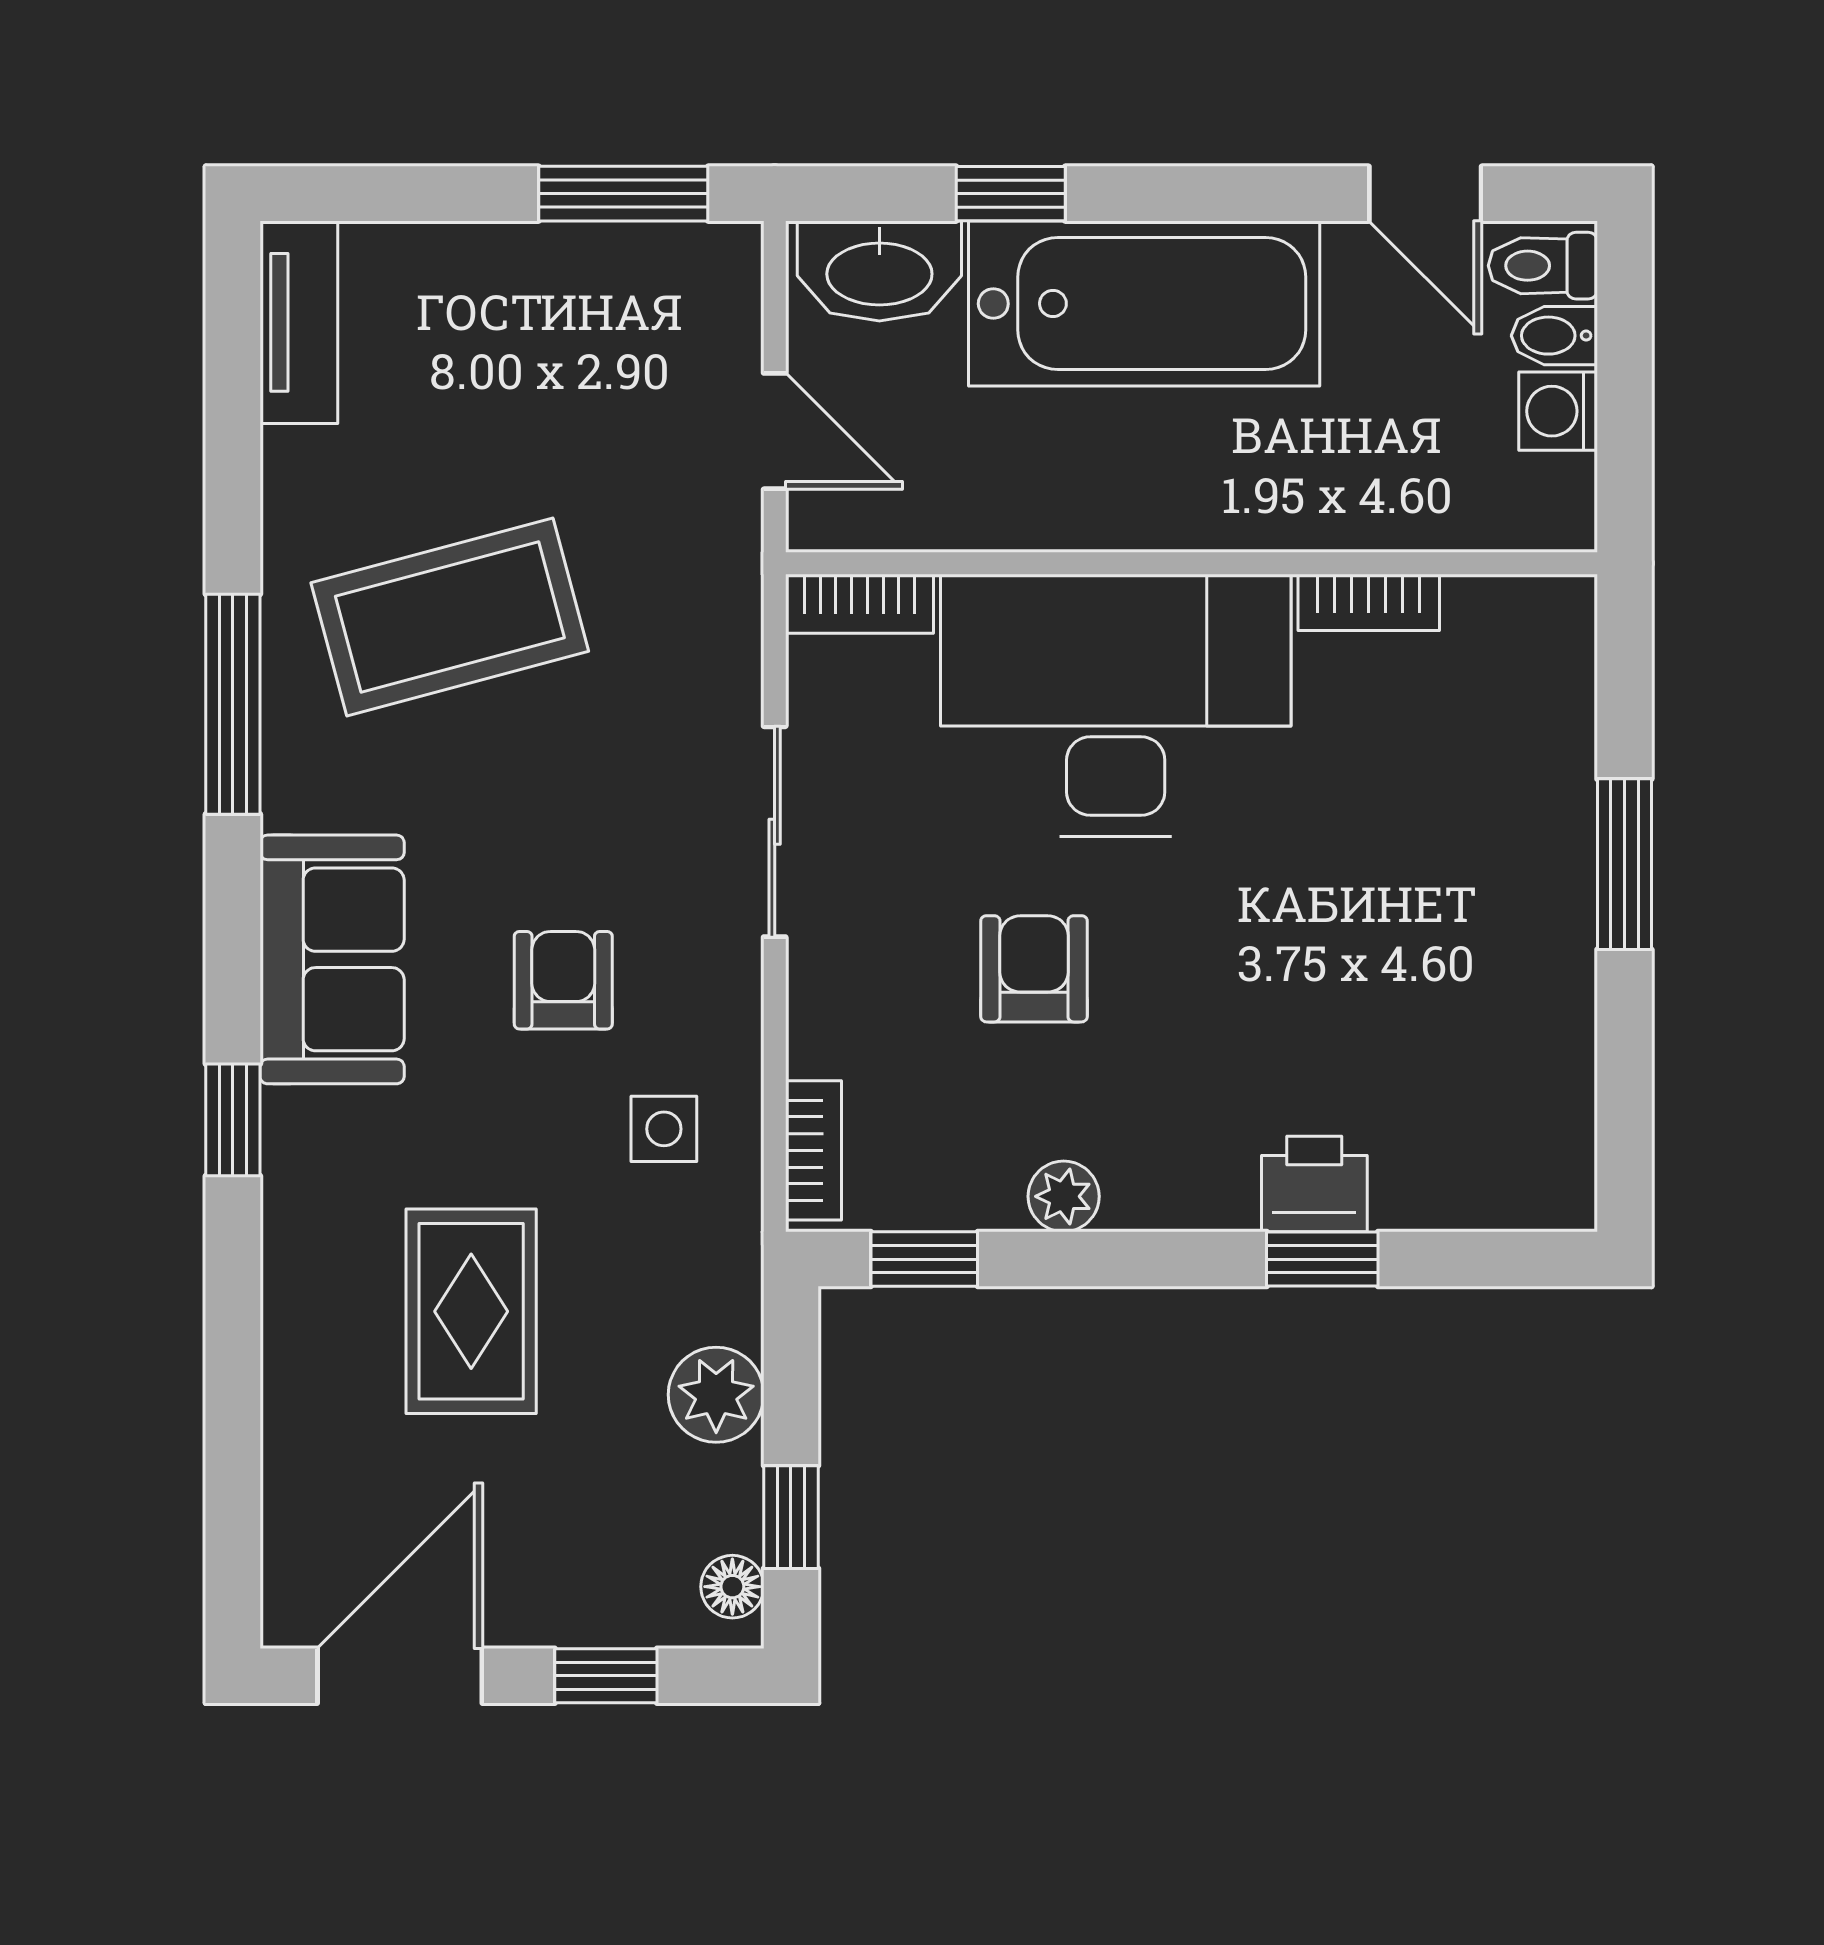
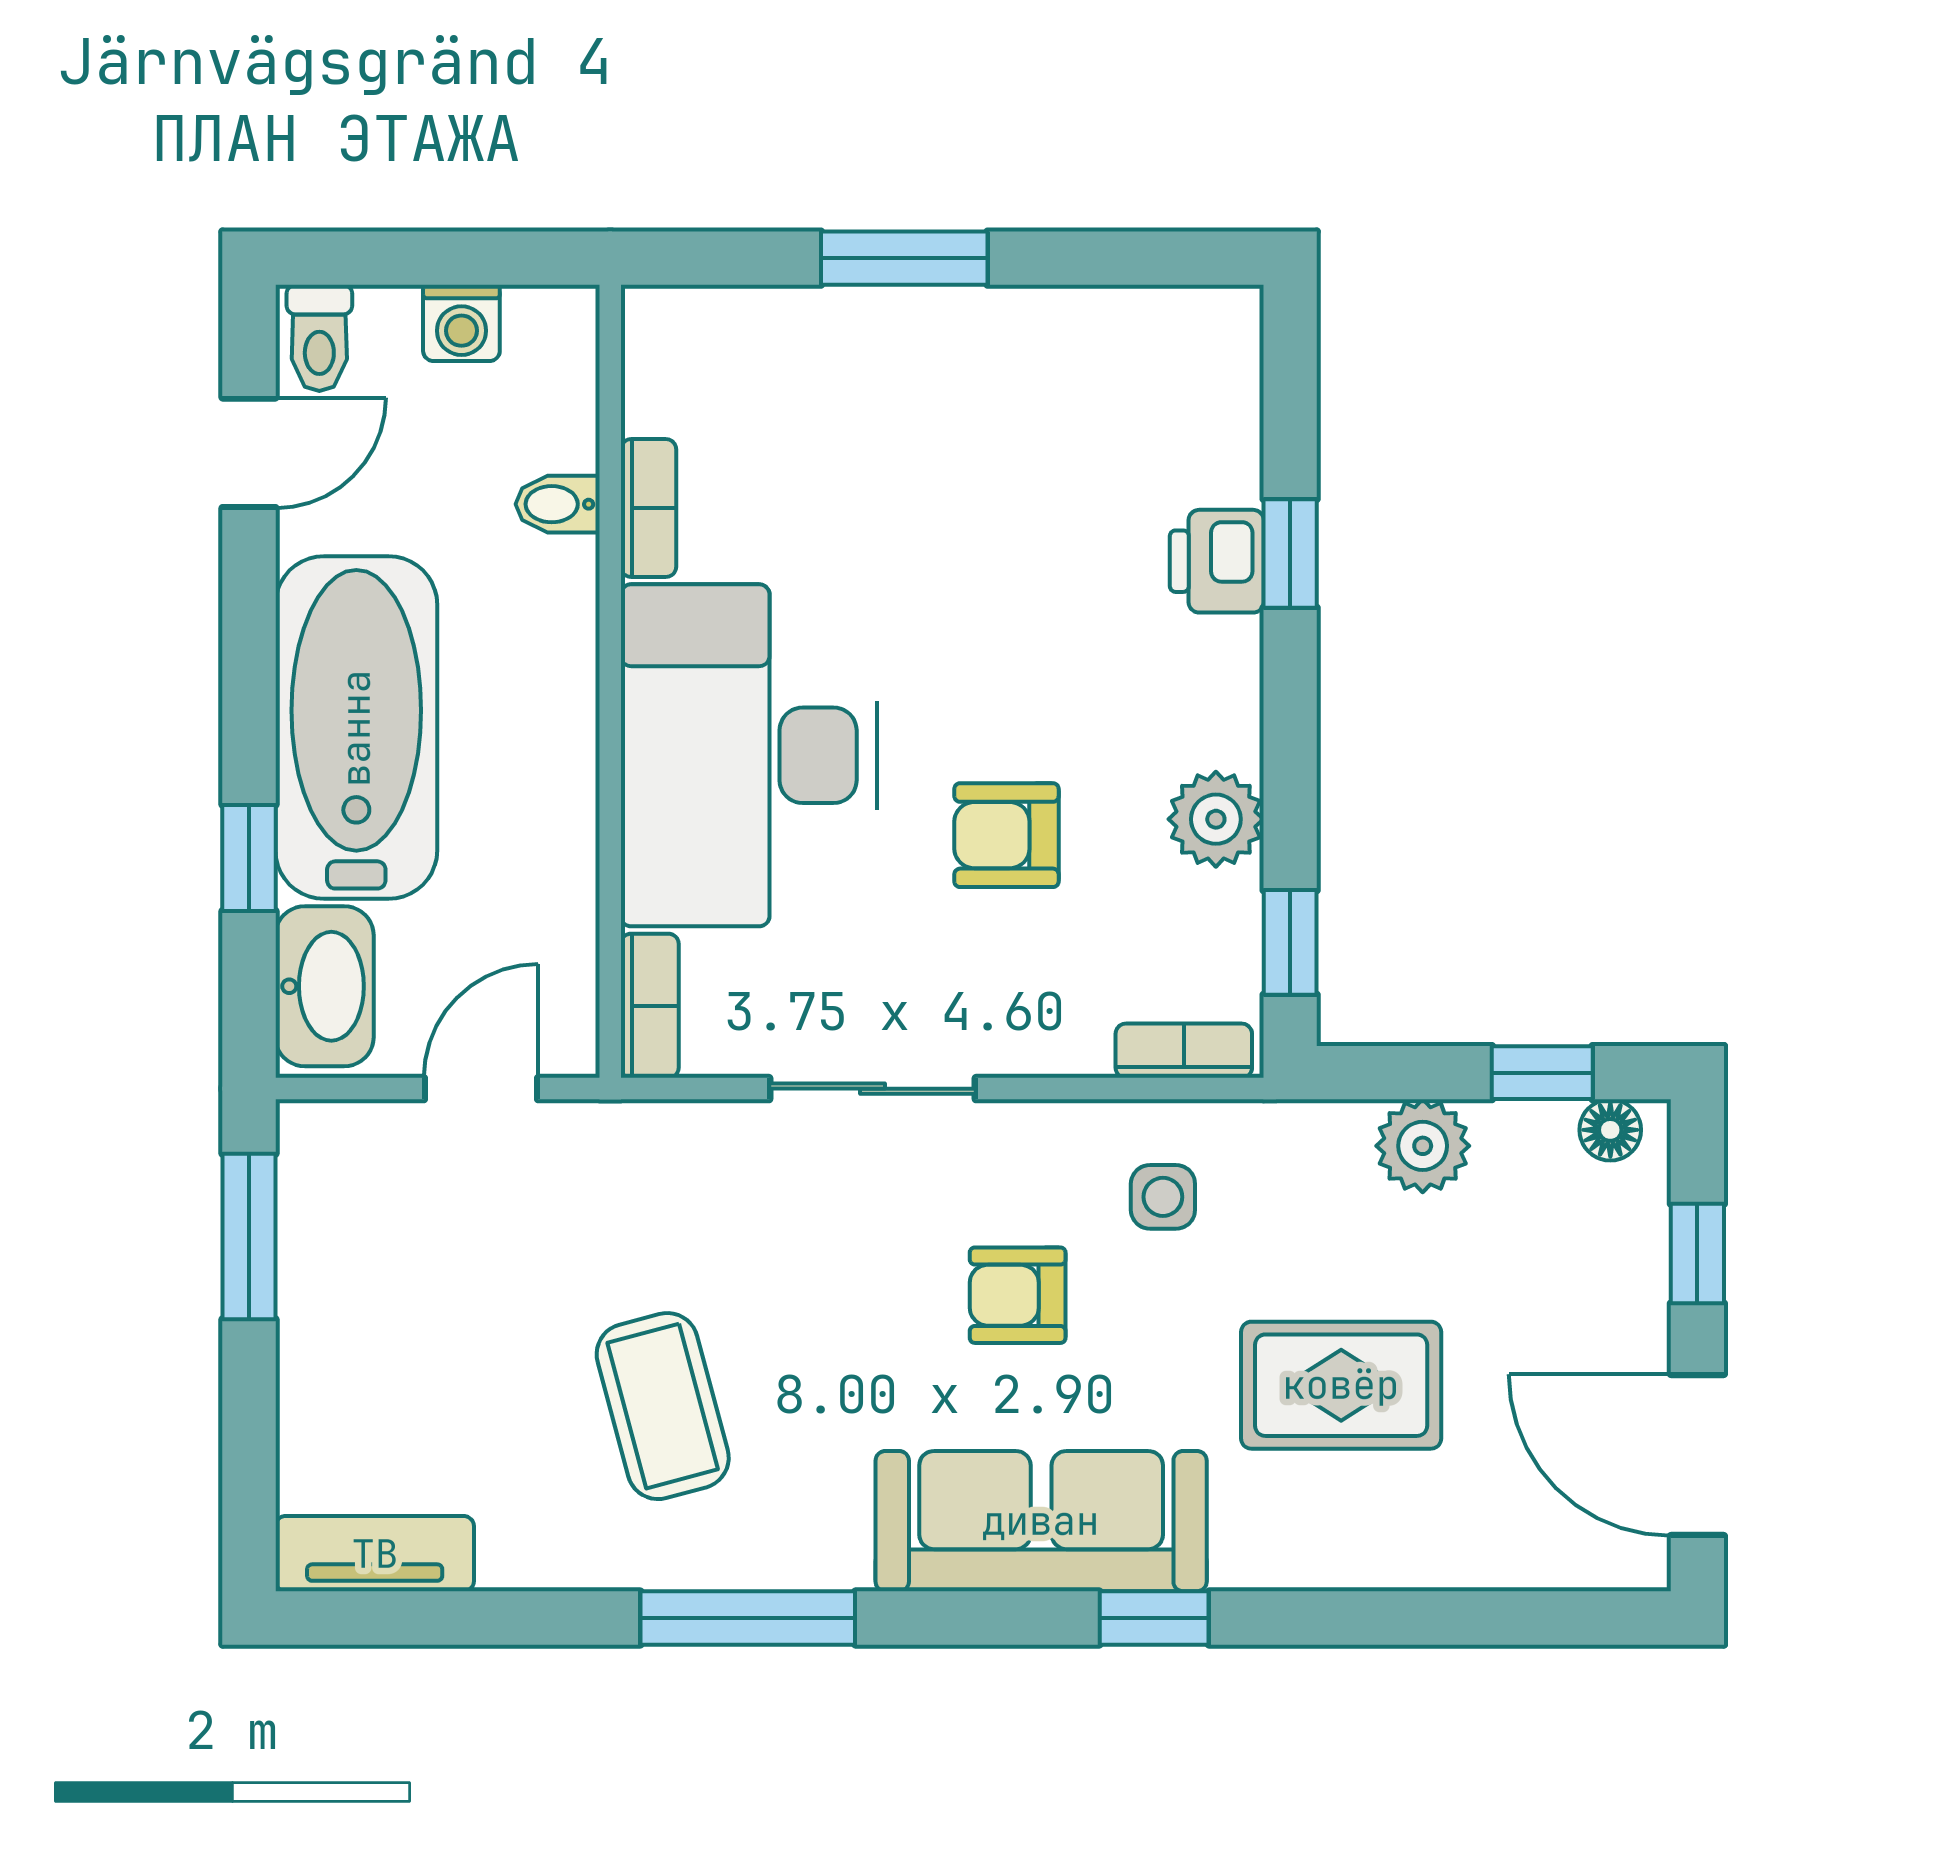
bidet: (1554, 336) -> (558, 504), moved, turned 90
coffee table: (450, 617) -> (663, 1406), width x0.73, depth x0.76
sofa: (332, 959) -> (1041, 1521), width x1.36
plant: (1064, 1196) -> (1216, 819), width x1.38, depth x1.38

